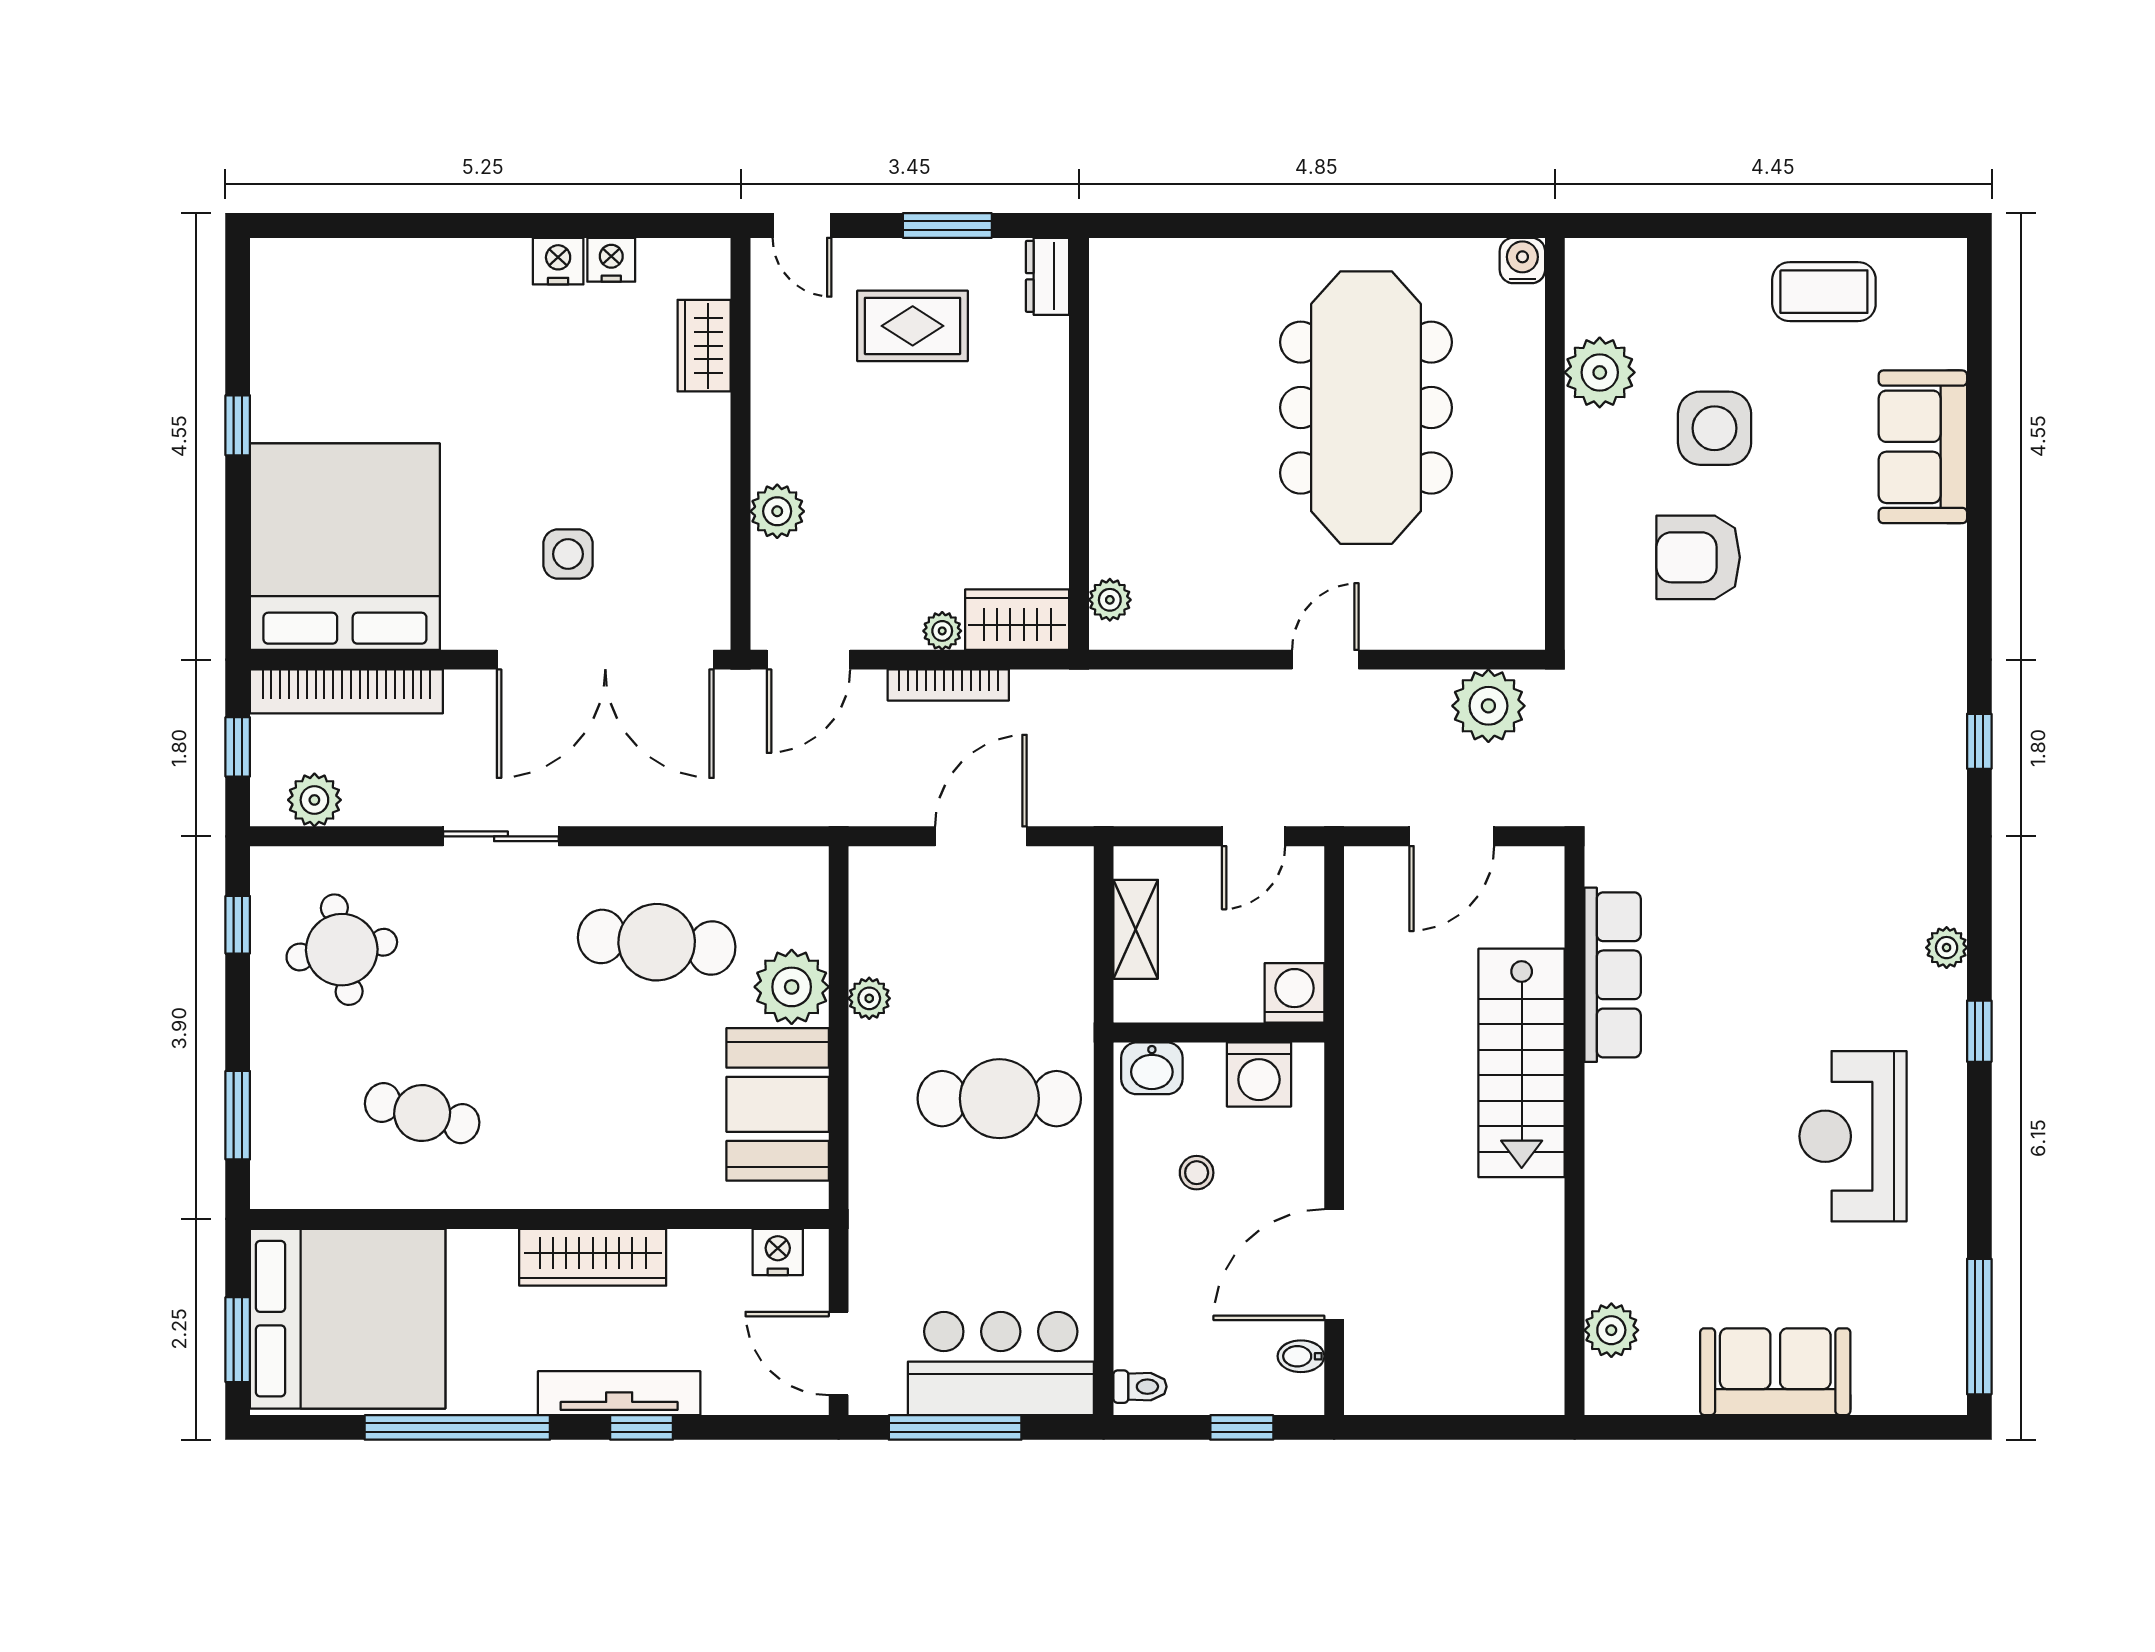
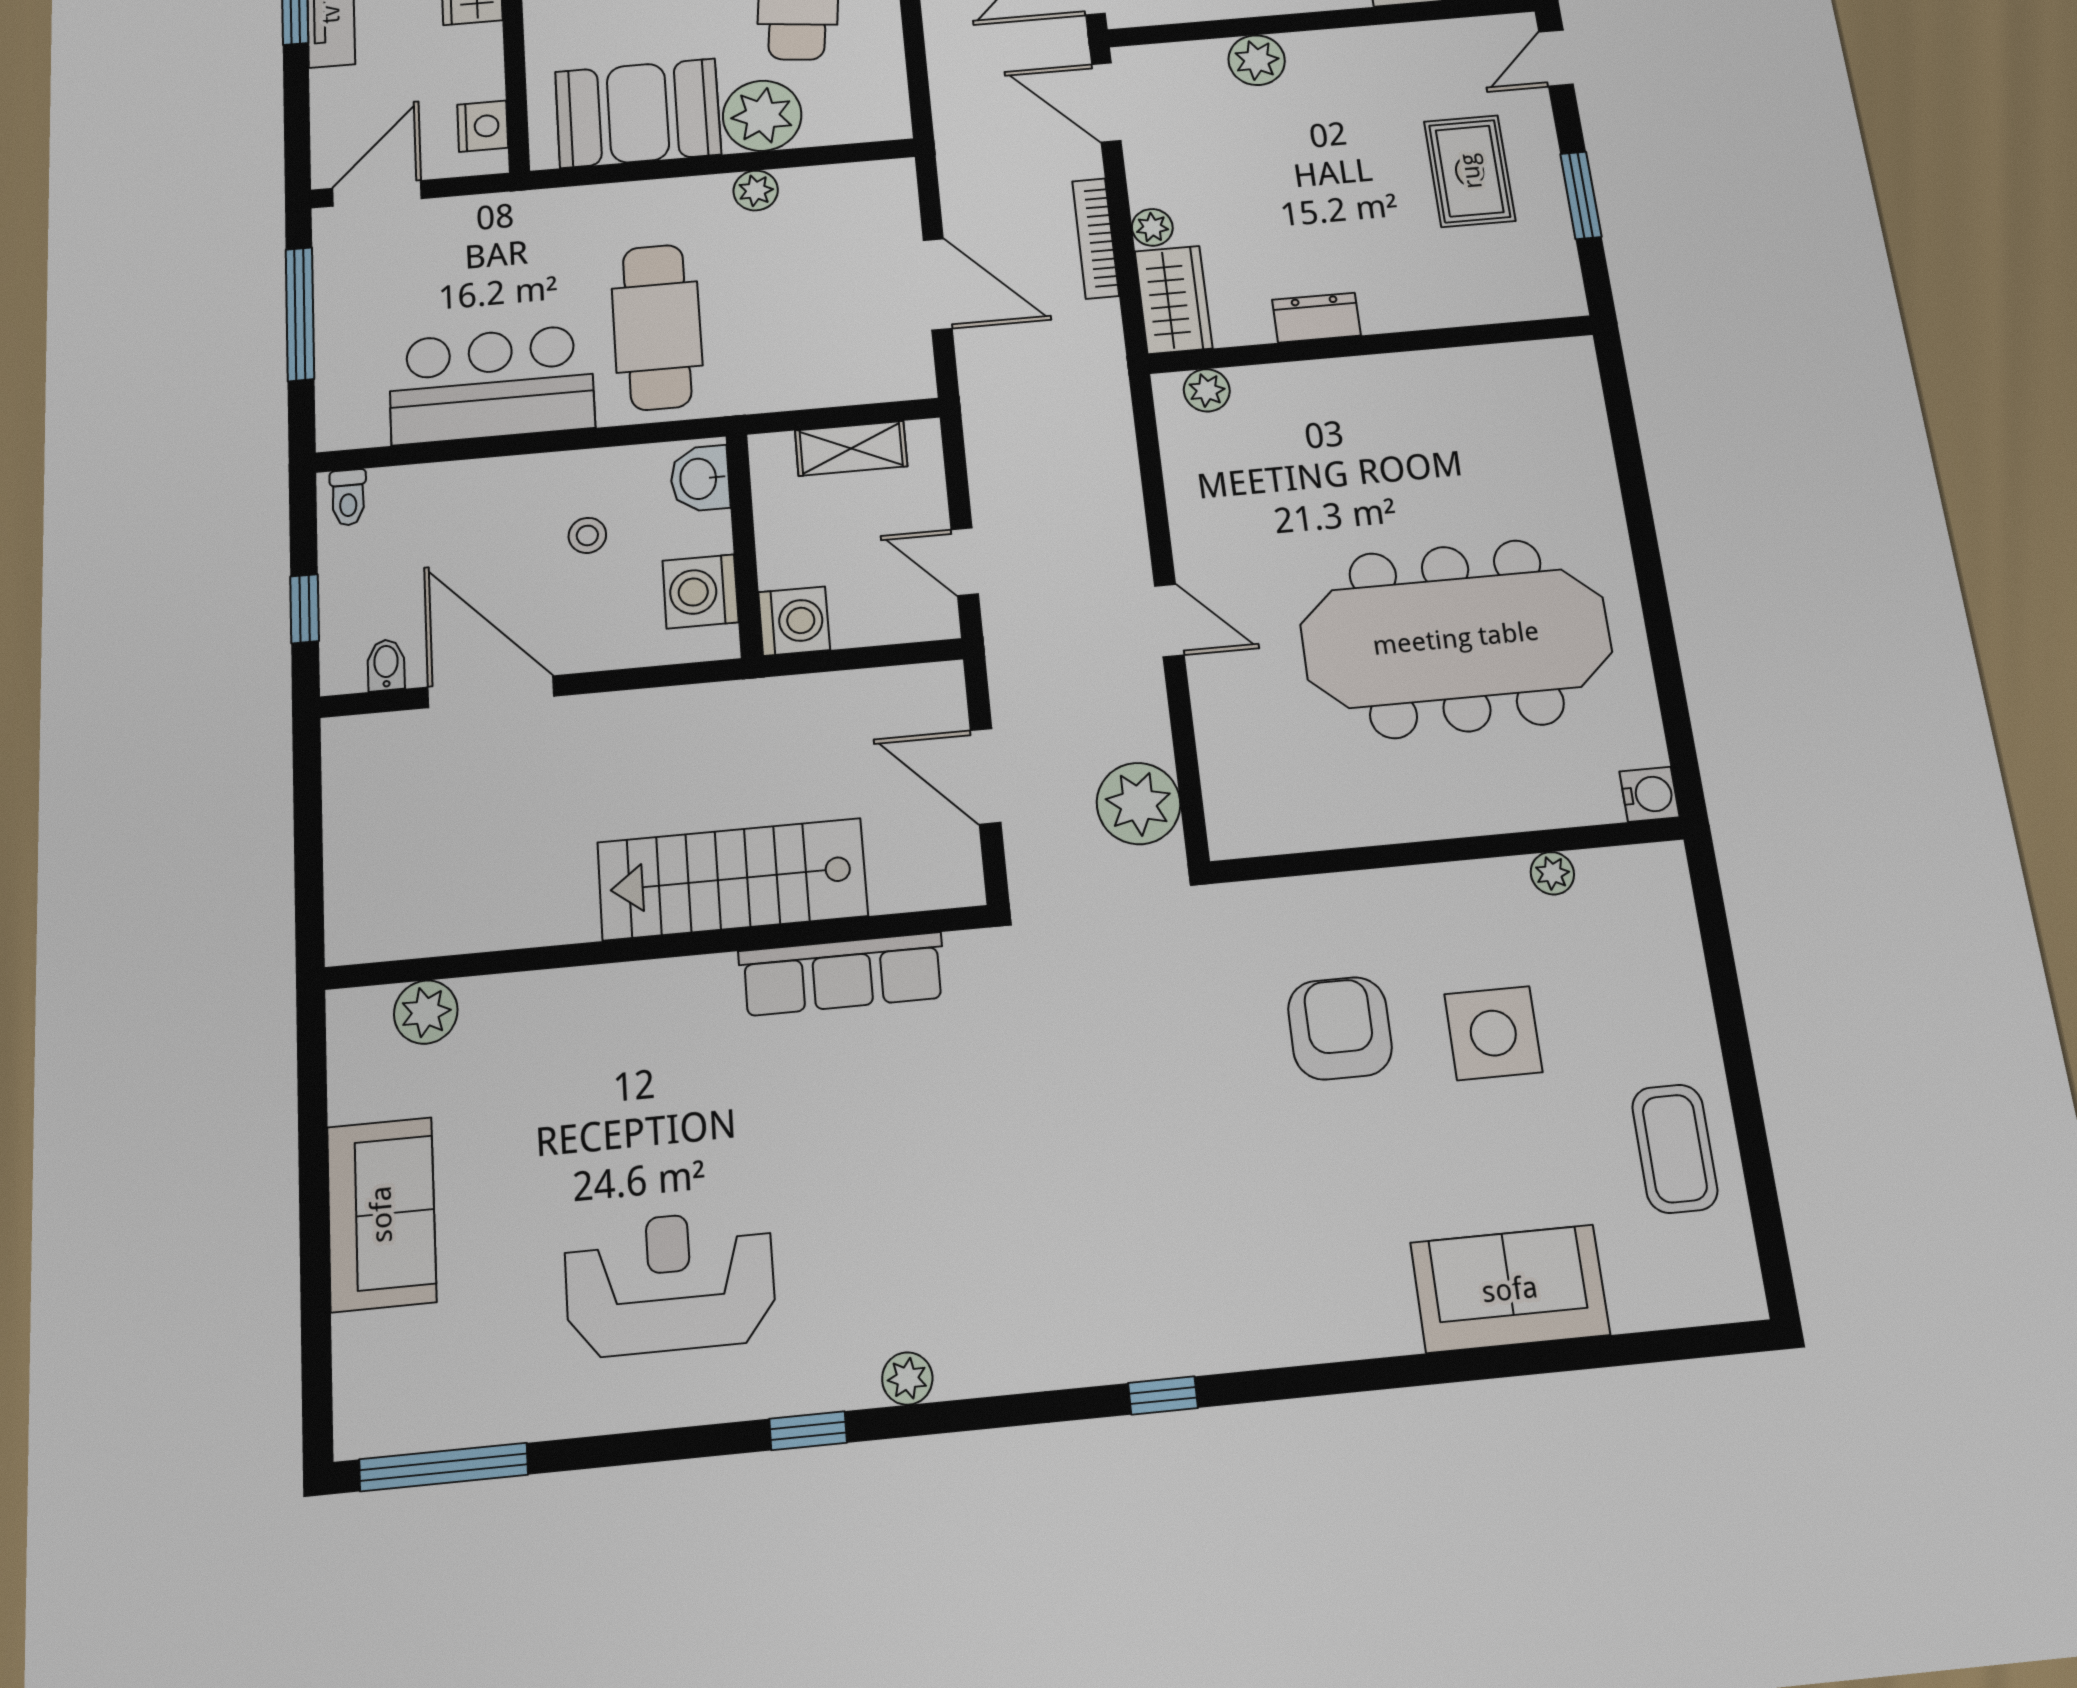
dresser: (1048, 276) -> (1316, 318), moved
plant: (1600, 372) -> (1552, 873), width x0.53, depth x0.53
bar counter: (1001, 1364) -> (491, 384), moved, turned -90

